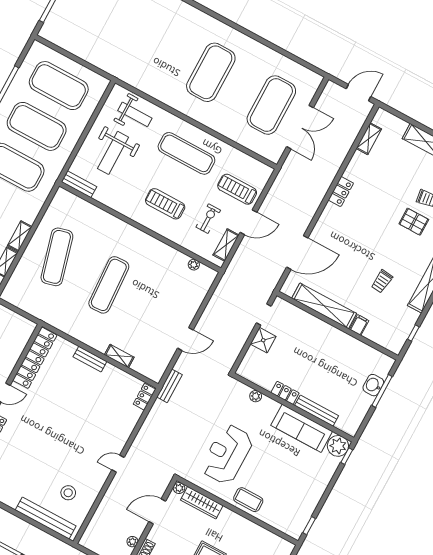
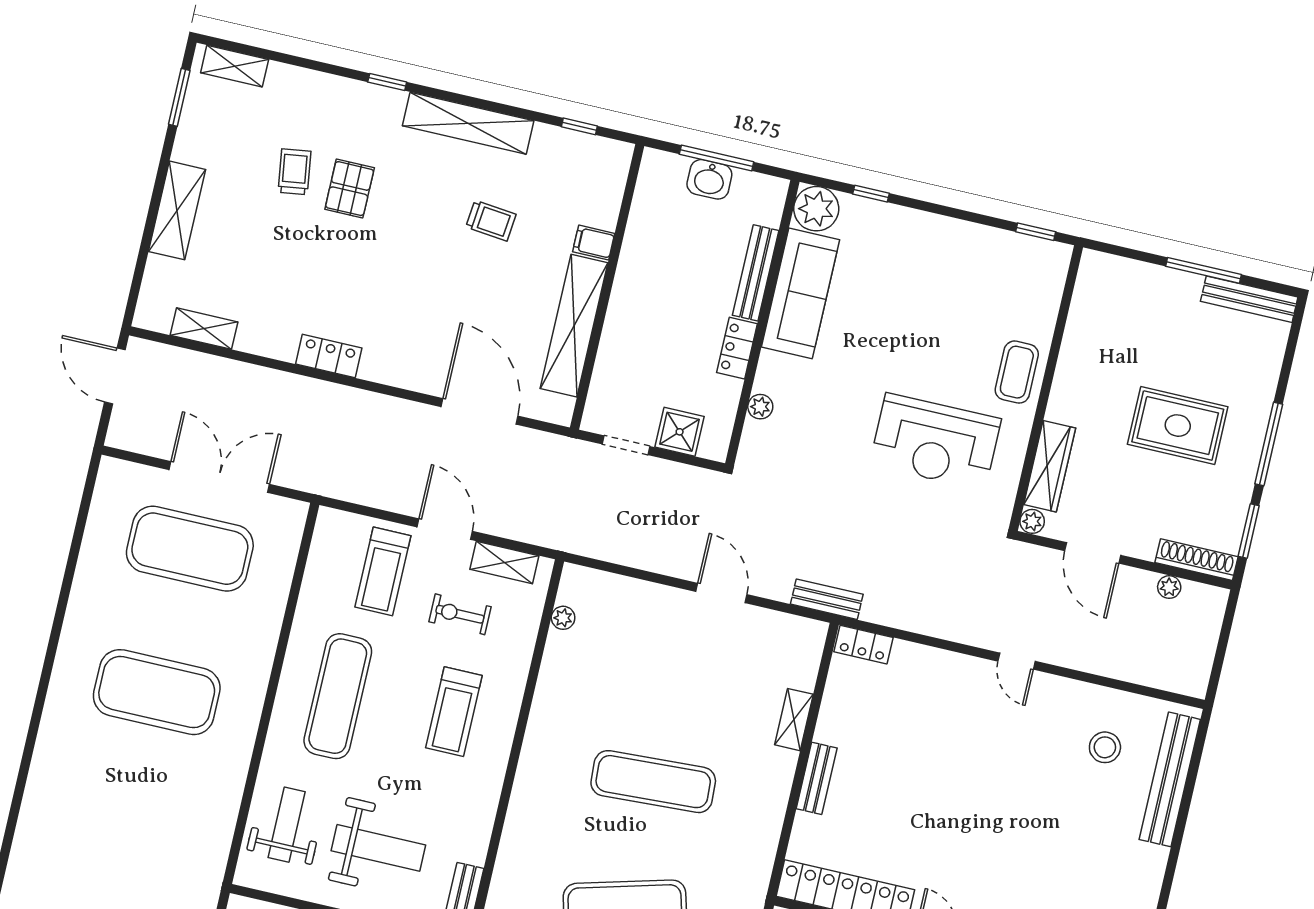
locker: (285, 393) -> (737, 348), moved
plant: (256, 396) -> (760, 407), moved
wall: (293, 407) -> (762, 323), moved
bench: (317, 411) -> (756, 273), moved
sofa: (302, 428) -> (800, 293), moved
plant: (338, 446) -> (816, 209), moved

